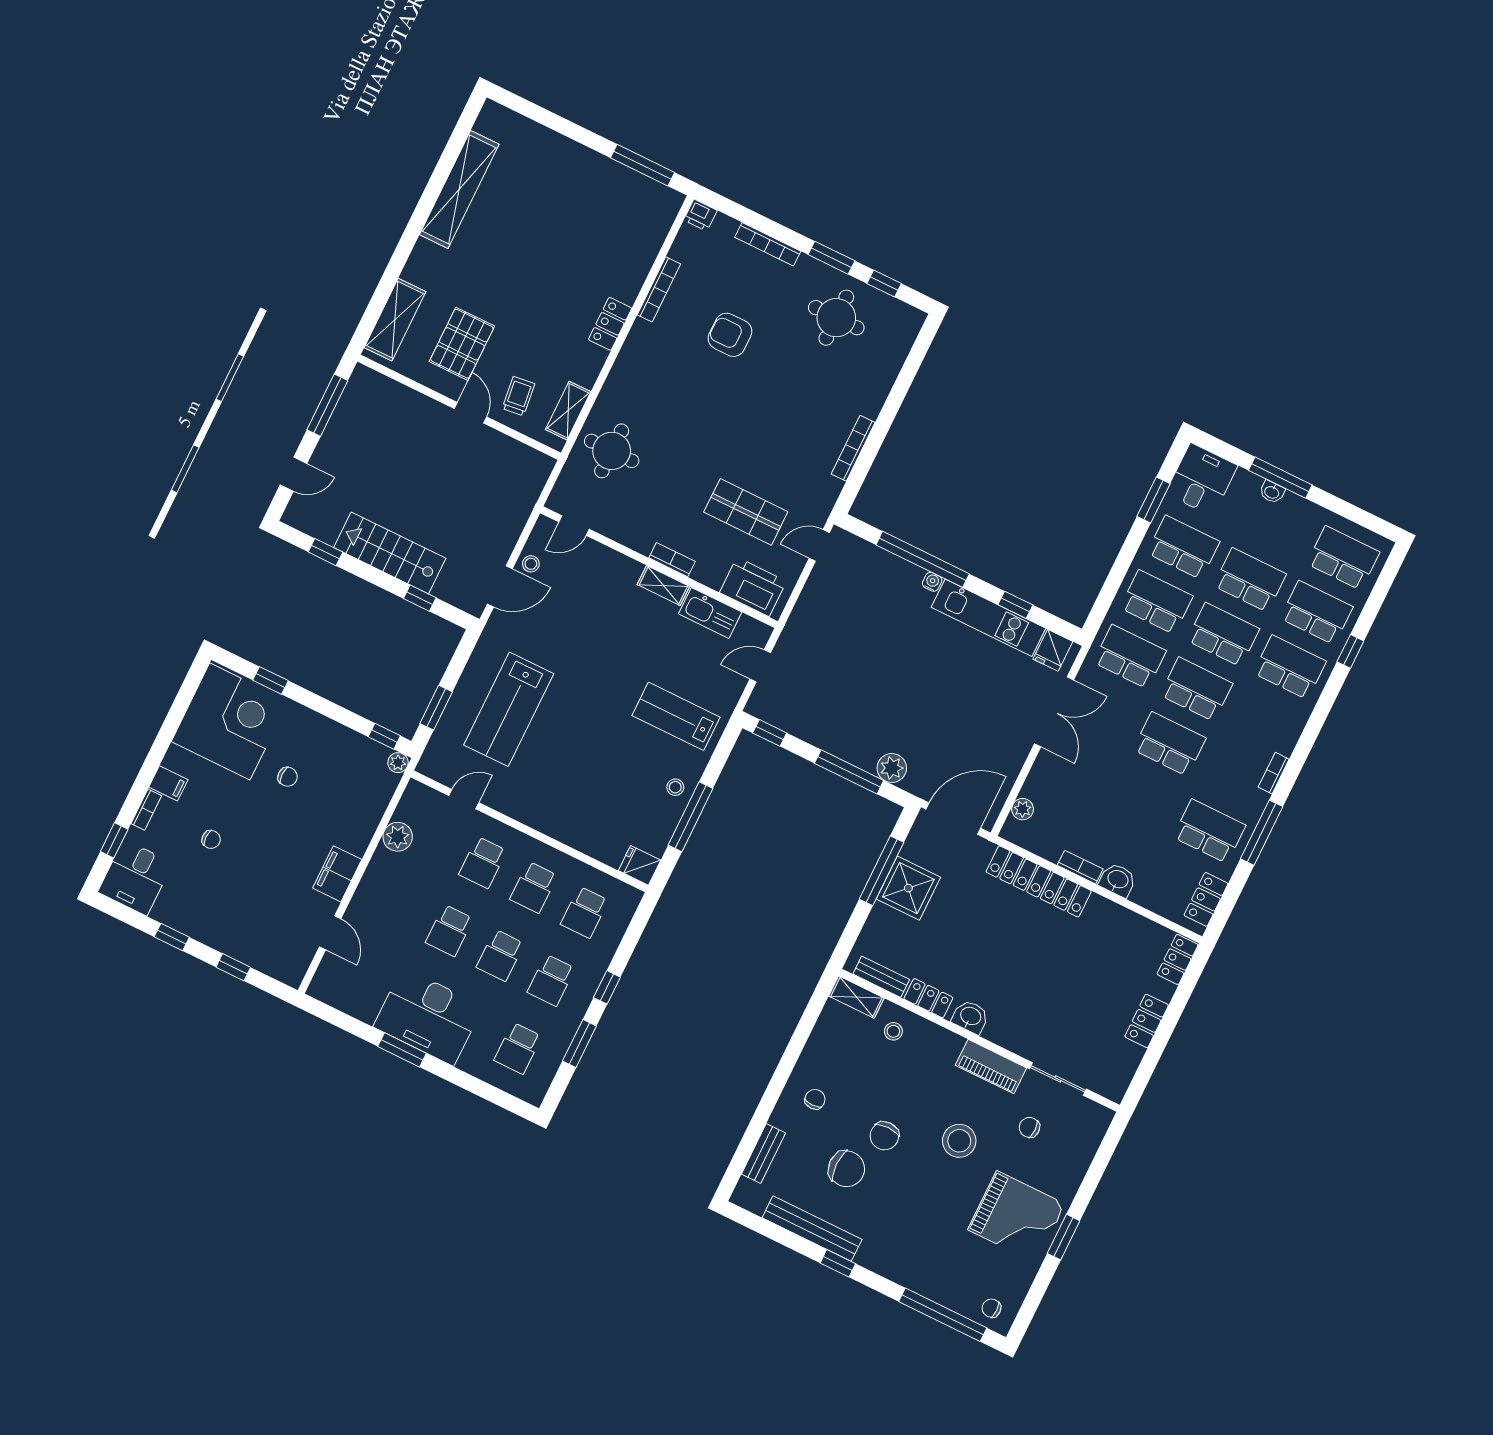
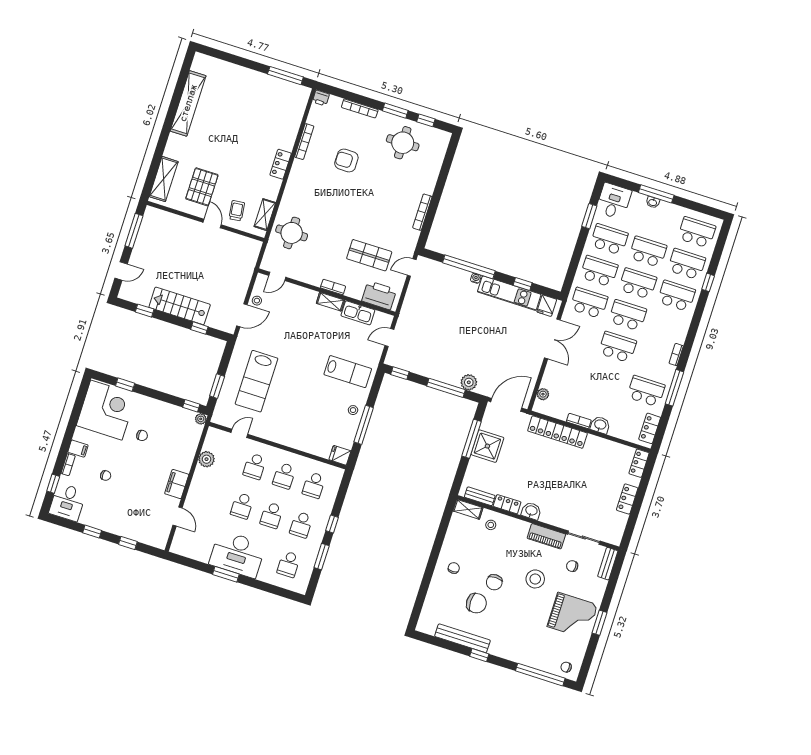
lab bench: (676, 716) -> (348, 372), turned 180
bench: (763, 1154) -> (608, 564), moved

